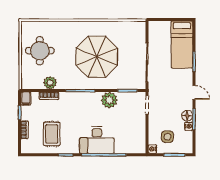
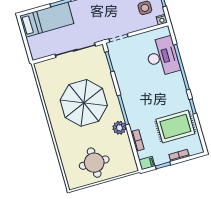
plant: (50, 83) -> (119, 128), moved
plant: (109, 100) -> (124, 78), removed
rug: (52, 134) -> (175, 126), width x1.36, depth x1.43
desk: (97, 140) -> (162, 57), moved

